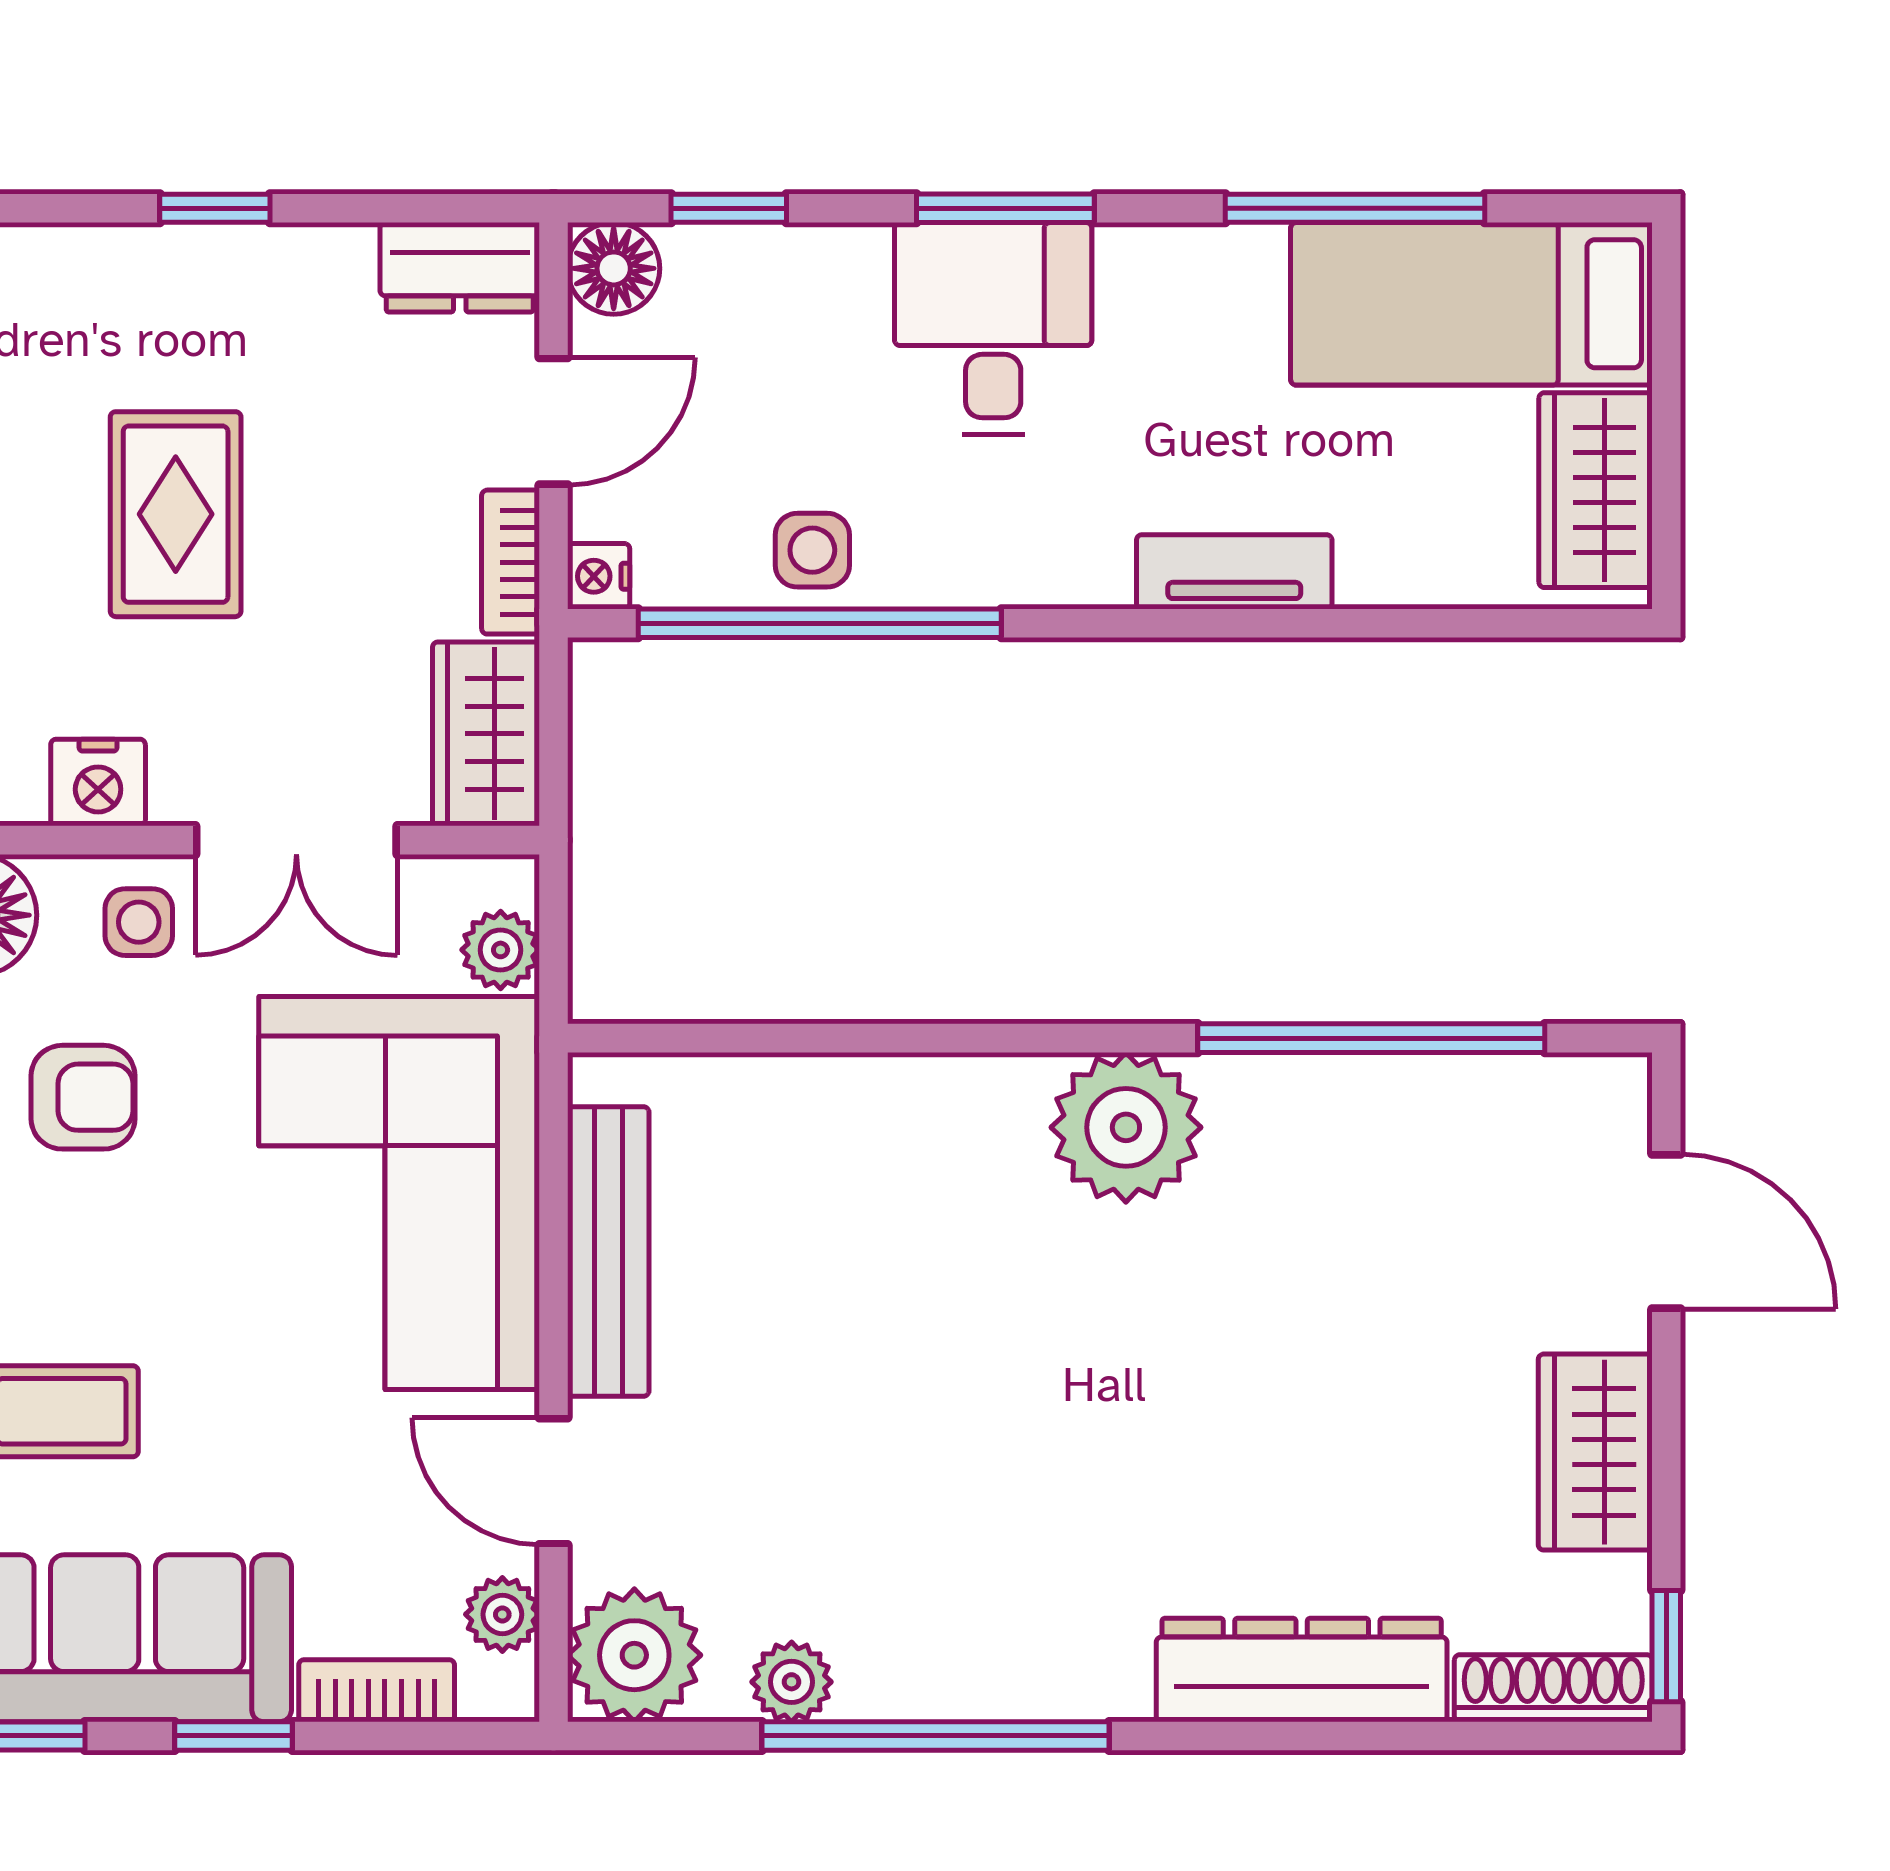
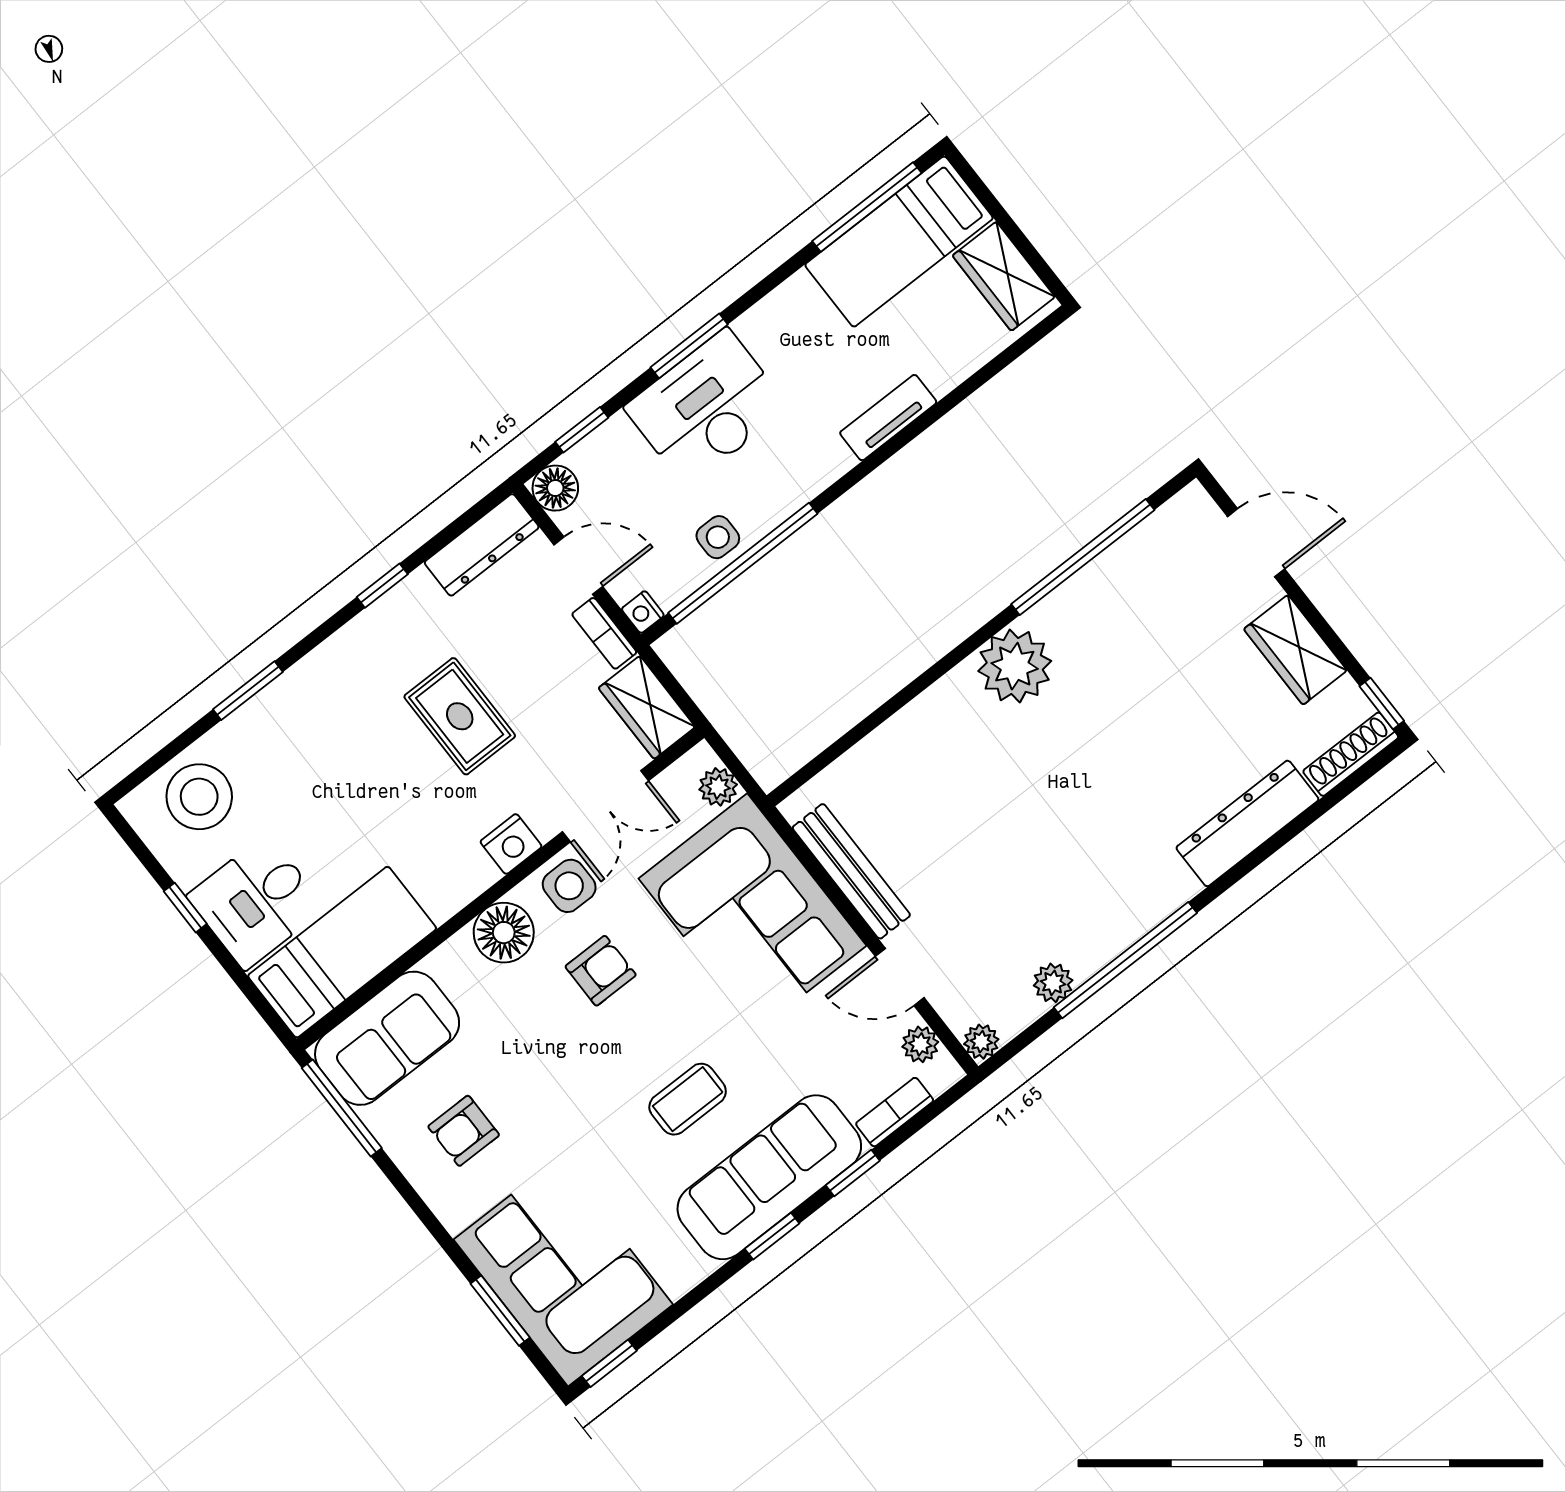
window: (1355, 208) -> (867, 207), moved
dresser: (460, 267) -> (482, 545), width x1.44
desk: (993, 329) -> (707, 407), width x1.37
door: (554, 421) -> (578, 566), hinge flipped
side table: (139, 922) -> (569, 886), width x1.37, depth x1.37
plant: (634, 1655) -> (981, 1042), width x0.53, depth x0.53

